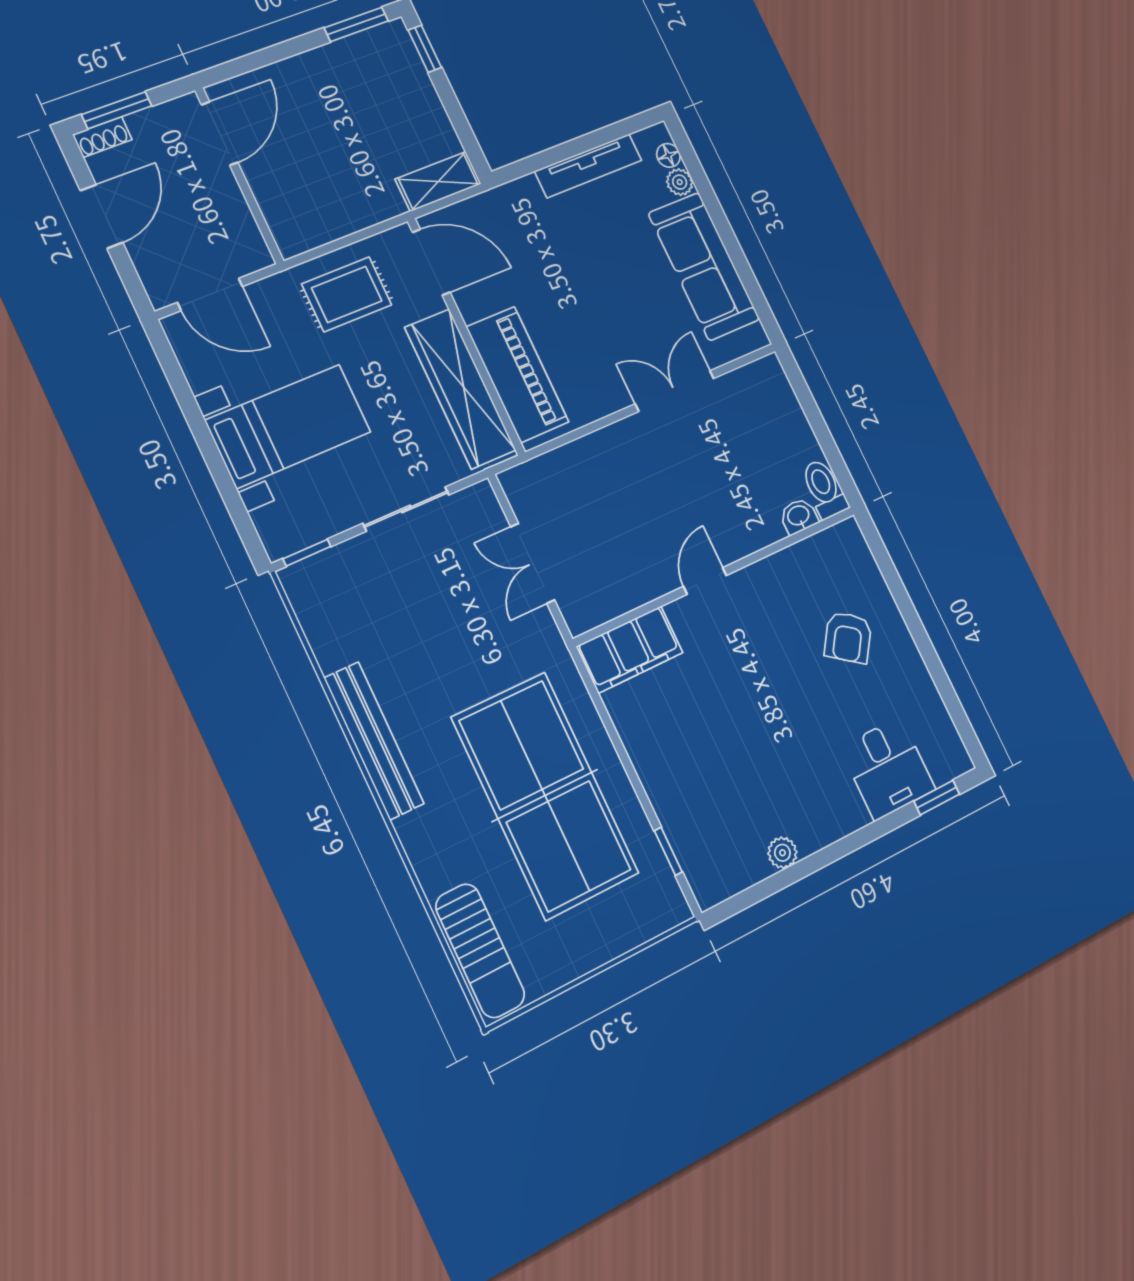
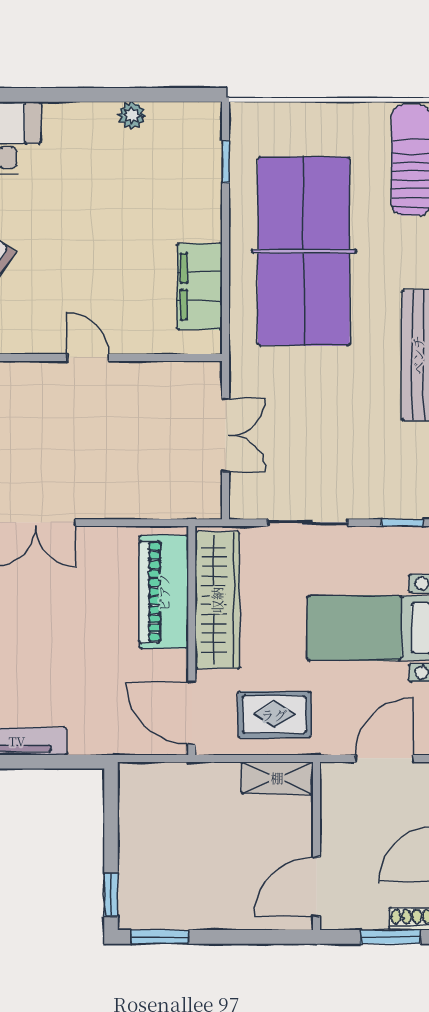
shelving: (438, 182) -> (277, 778), moved
door: (210, 294) -> (384, 758), hinge flipped
door: (705, 581) -> (88, 358), swing flipped
filing cabinet: (630, 649) -> (200, 286), moved, turned -90

